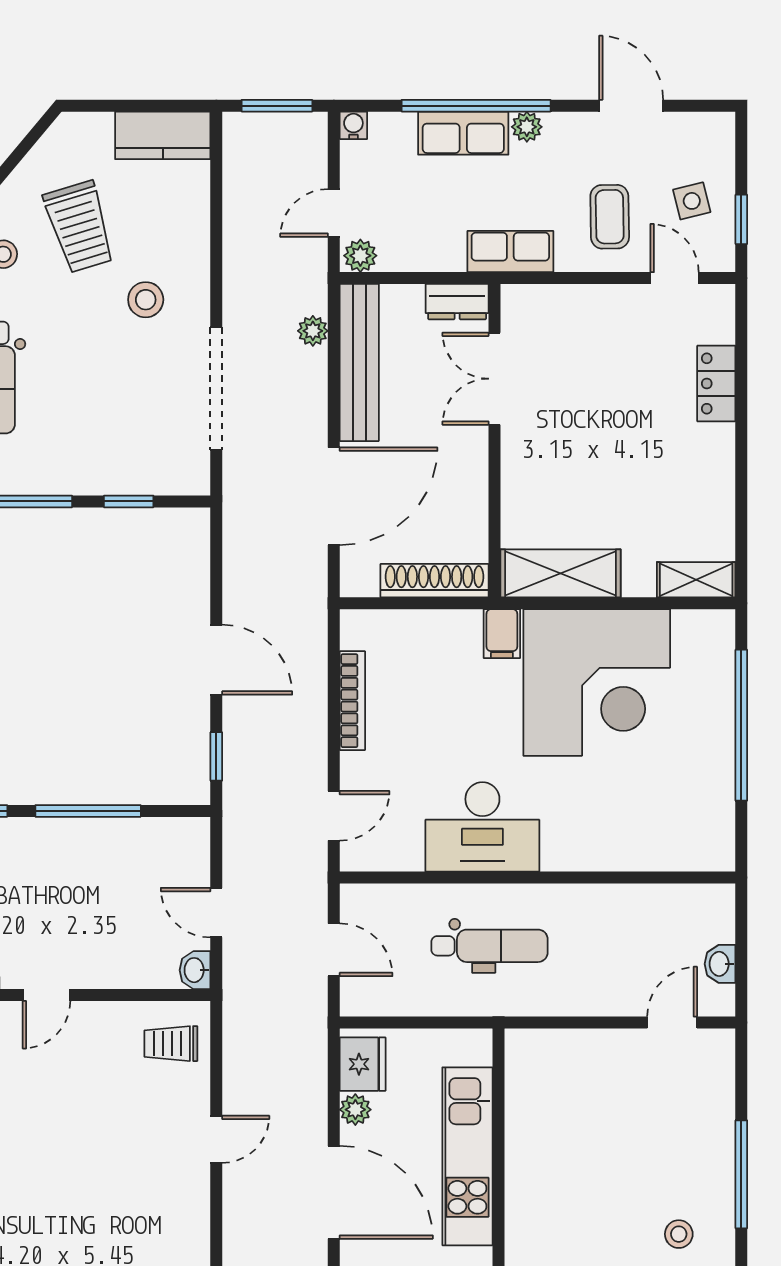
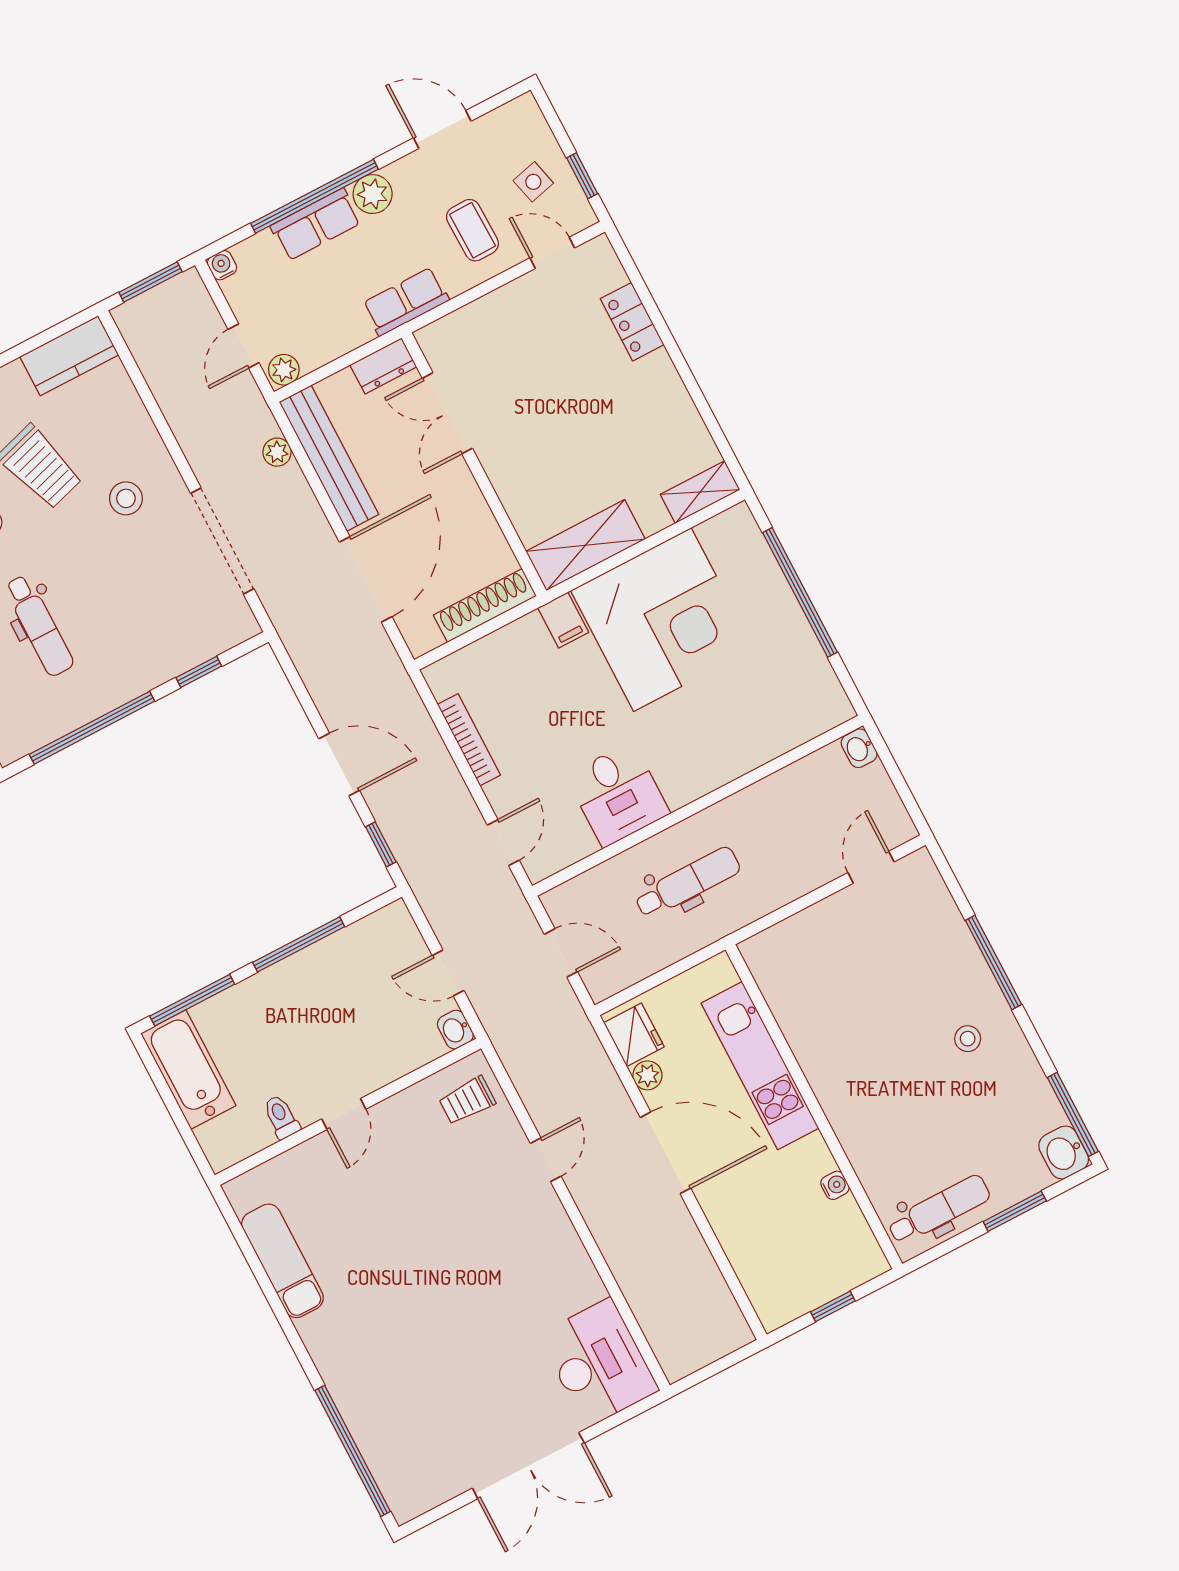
plant: (527, 127) -> (373, 194), width x1.38, depth x1.38
desk: (482, 827) -> (618, 794), width x0.73
washbasin: (720, 964) -> (859, 748), moved

